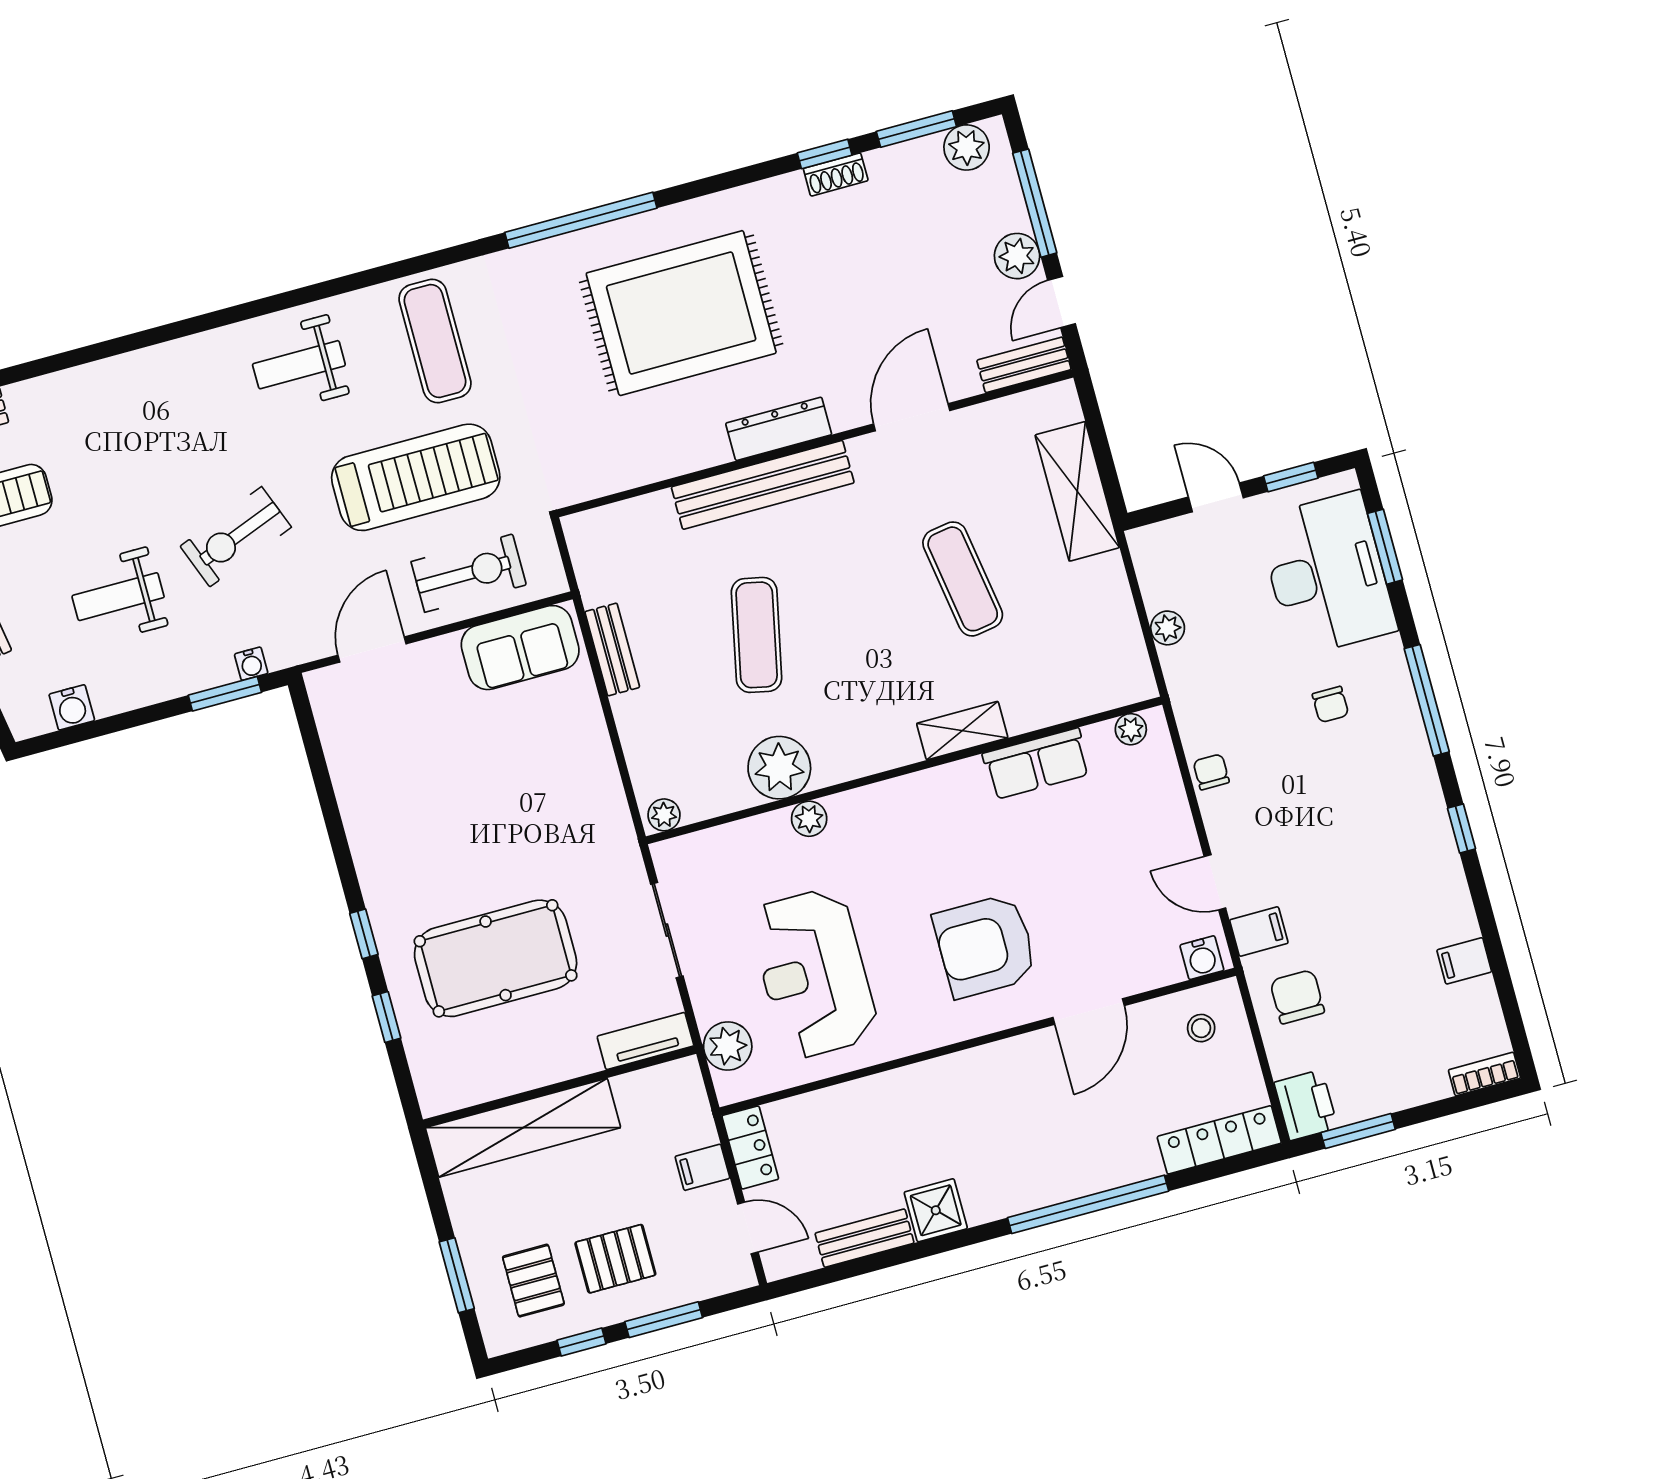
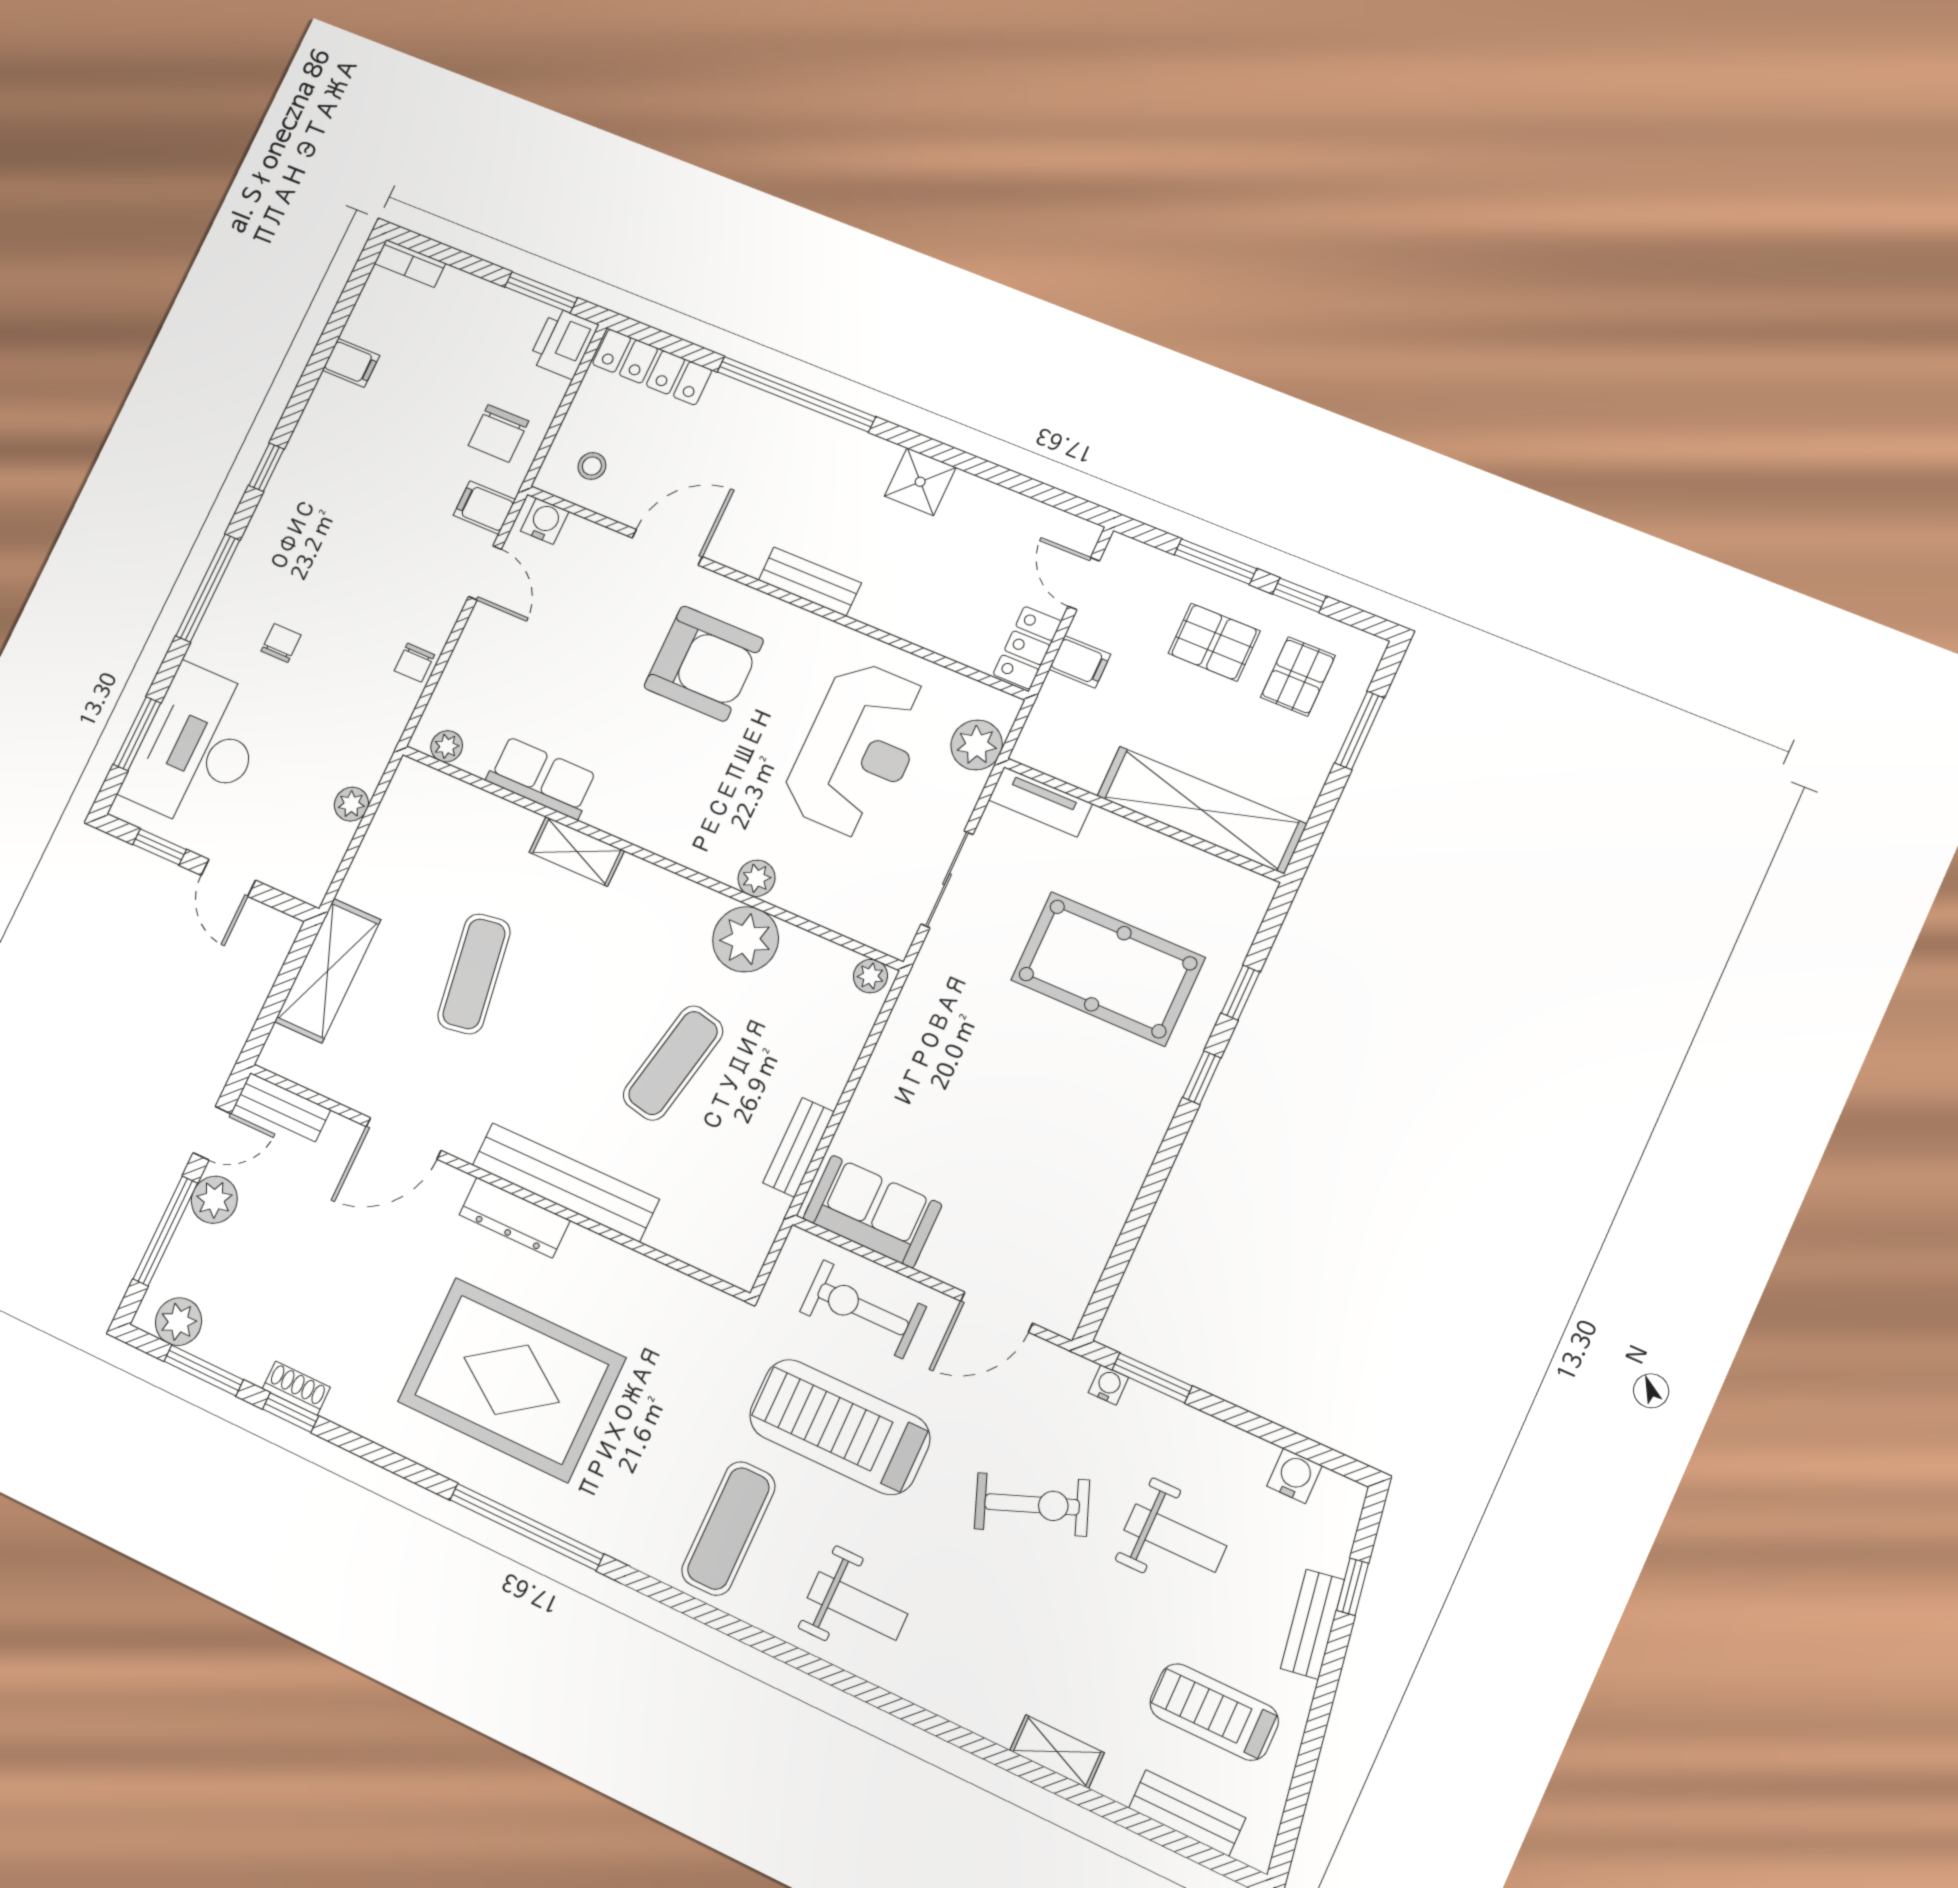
shelving: (79, 383) -> (1057, 1752), added
bench: (865, 1238) -> (810, 582), moved

